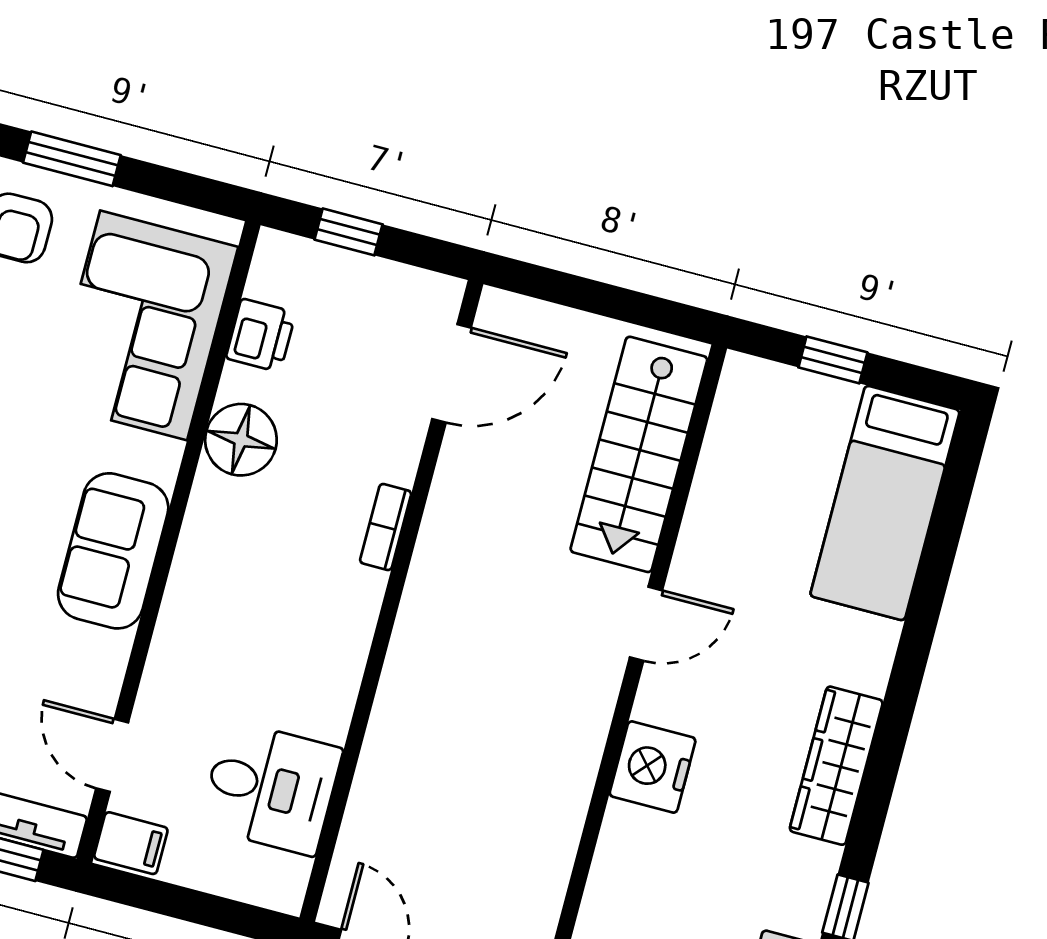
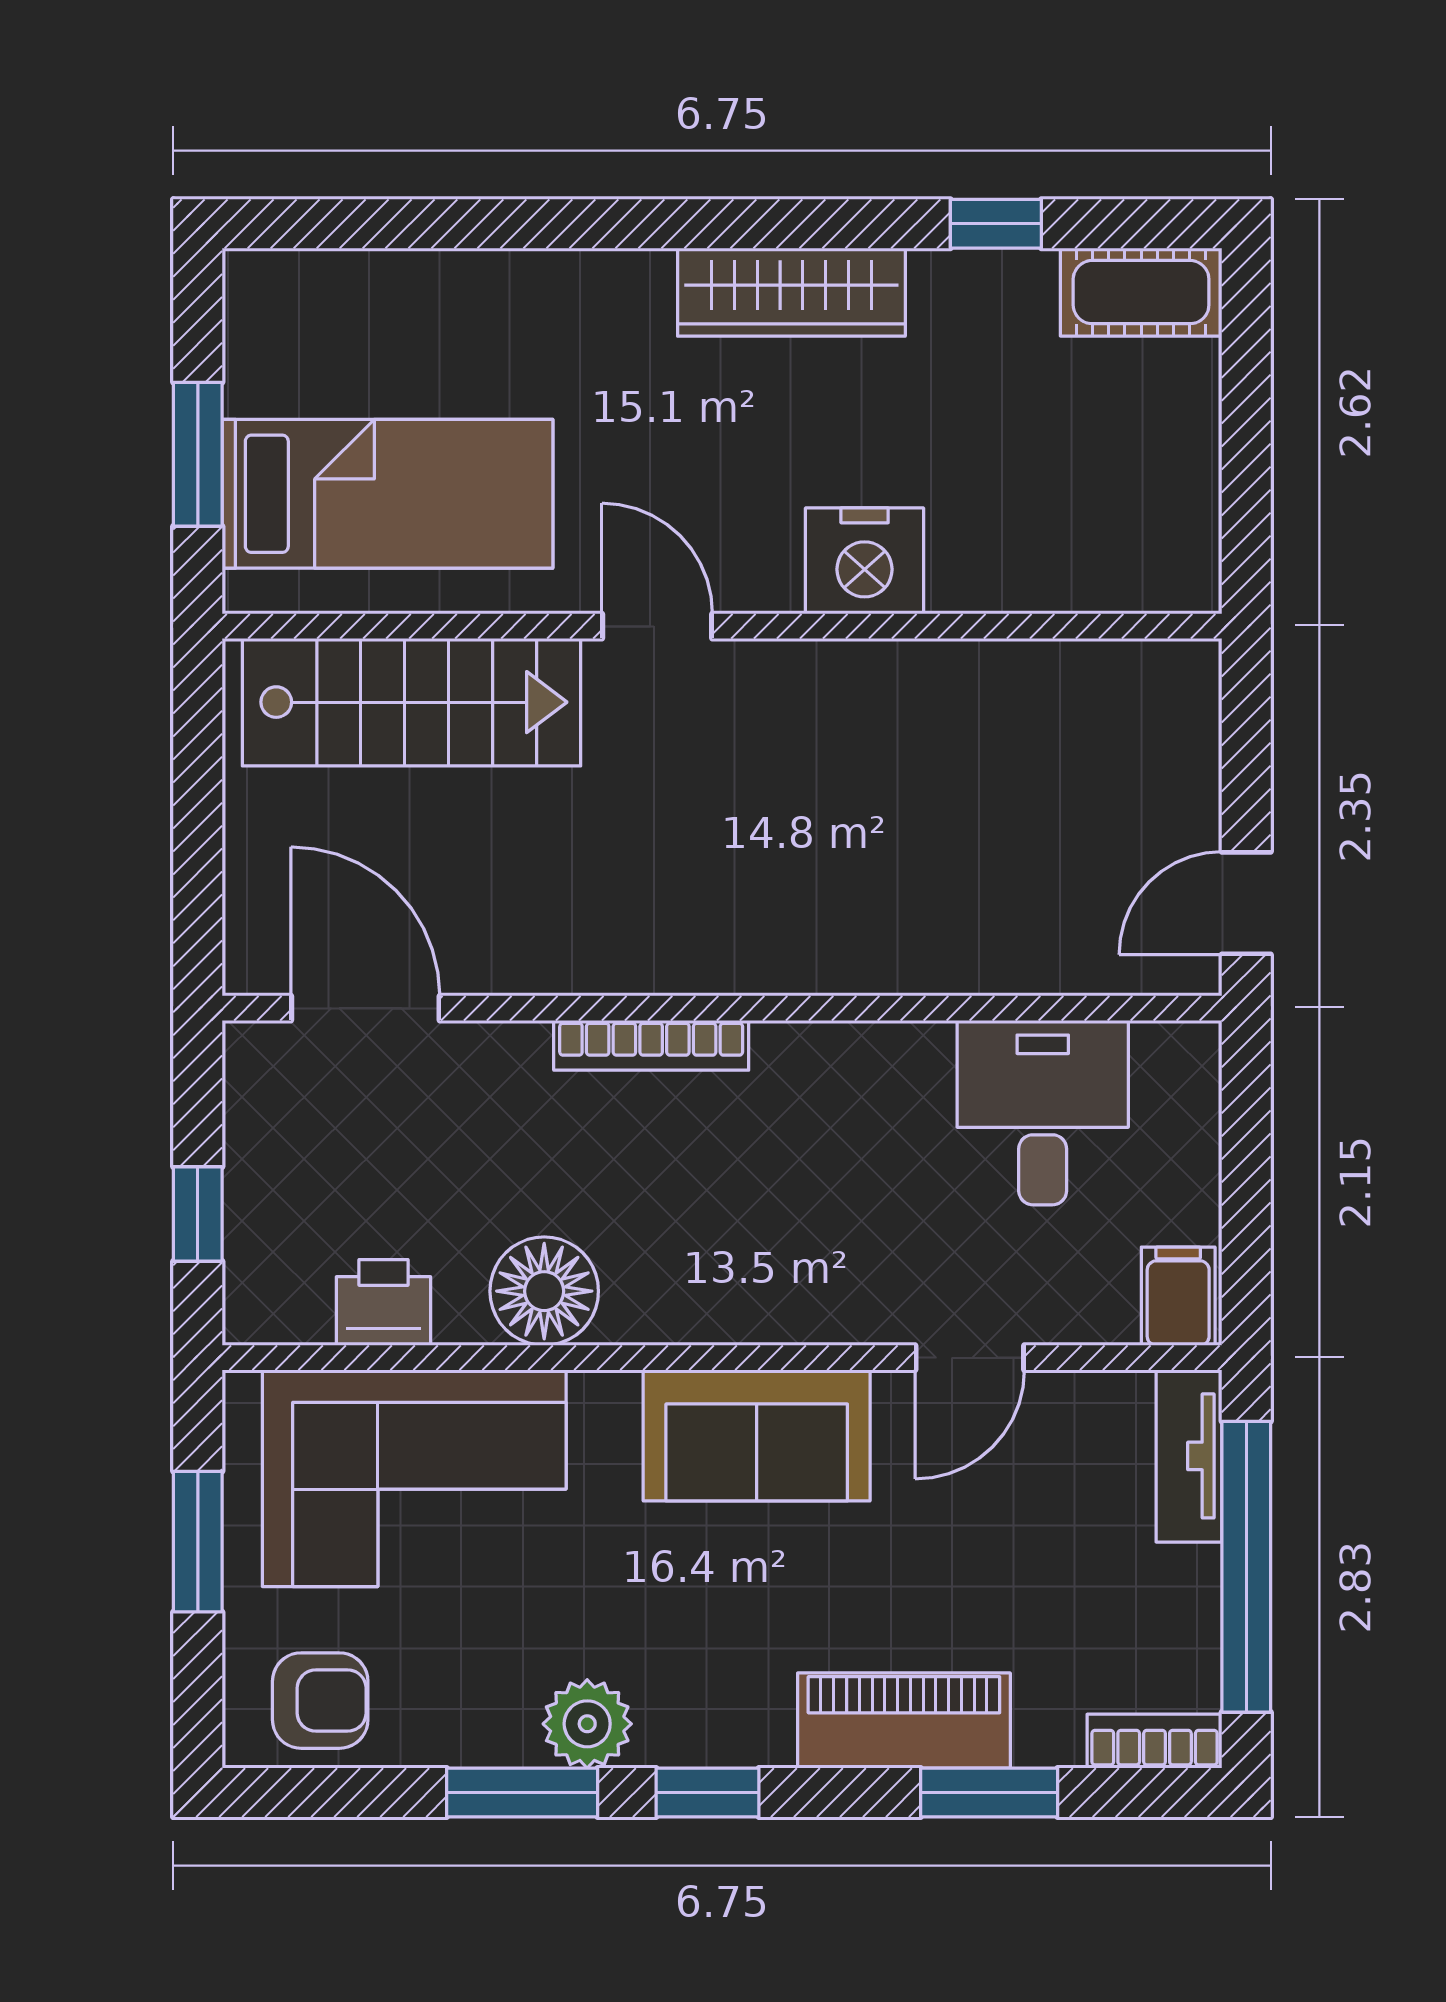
window: (72, 159) -> (198, 1542), moved
window: (833, 360) -> (198, 454), width x1.50
bed: (885, 503) -> (387, 494), moved
bookcase: (386, 527) -> (651, 1045), width x1.56
door: (112, 755) -> (970, 1358), moved

